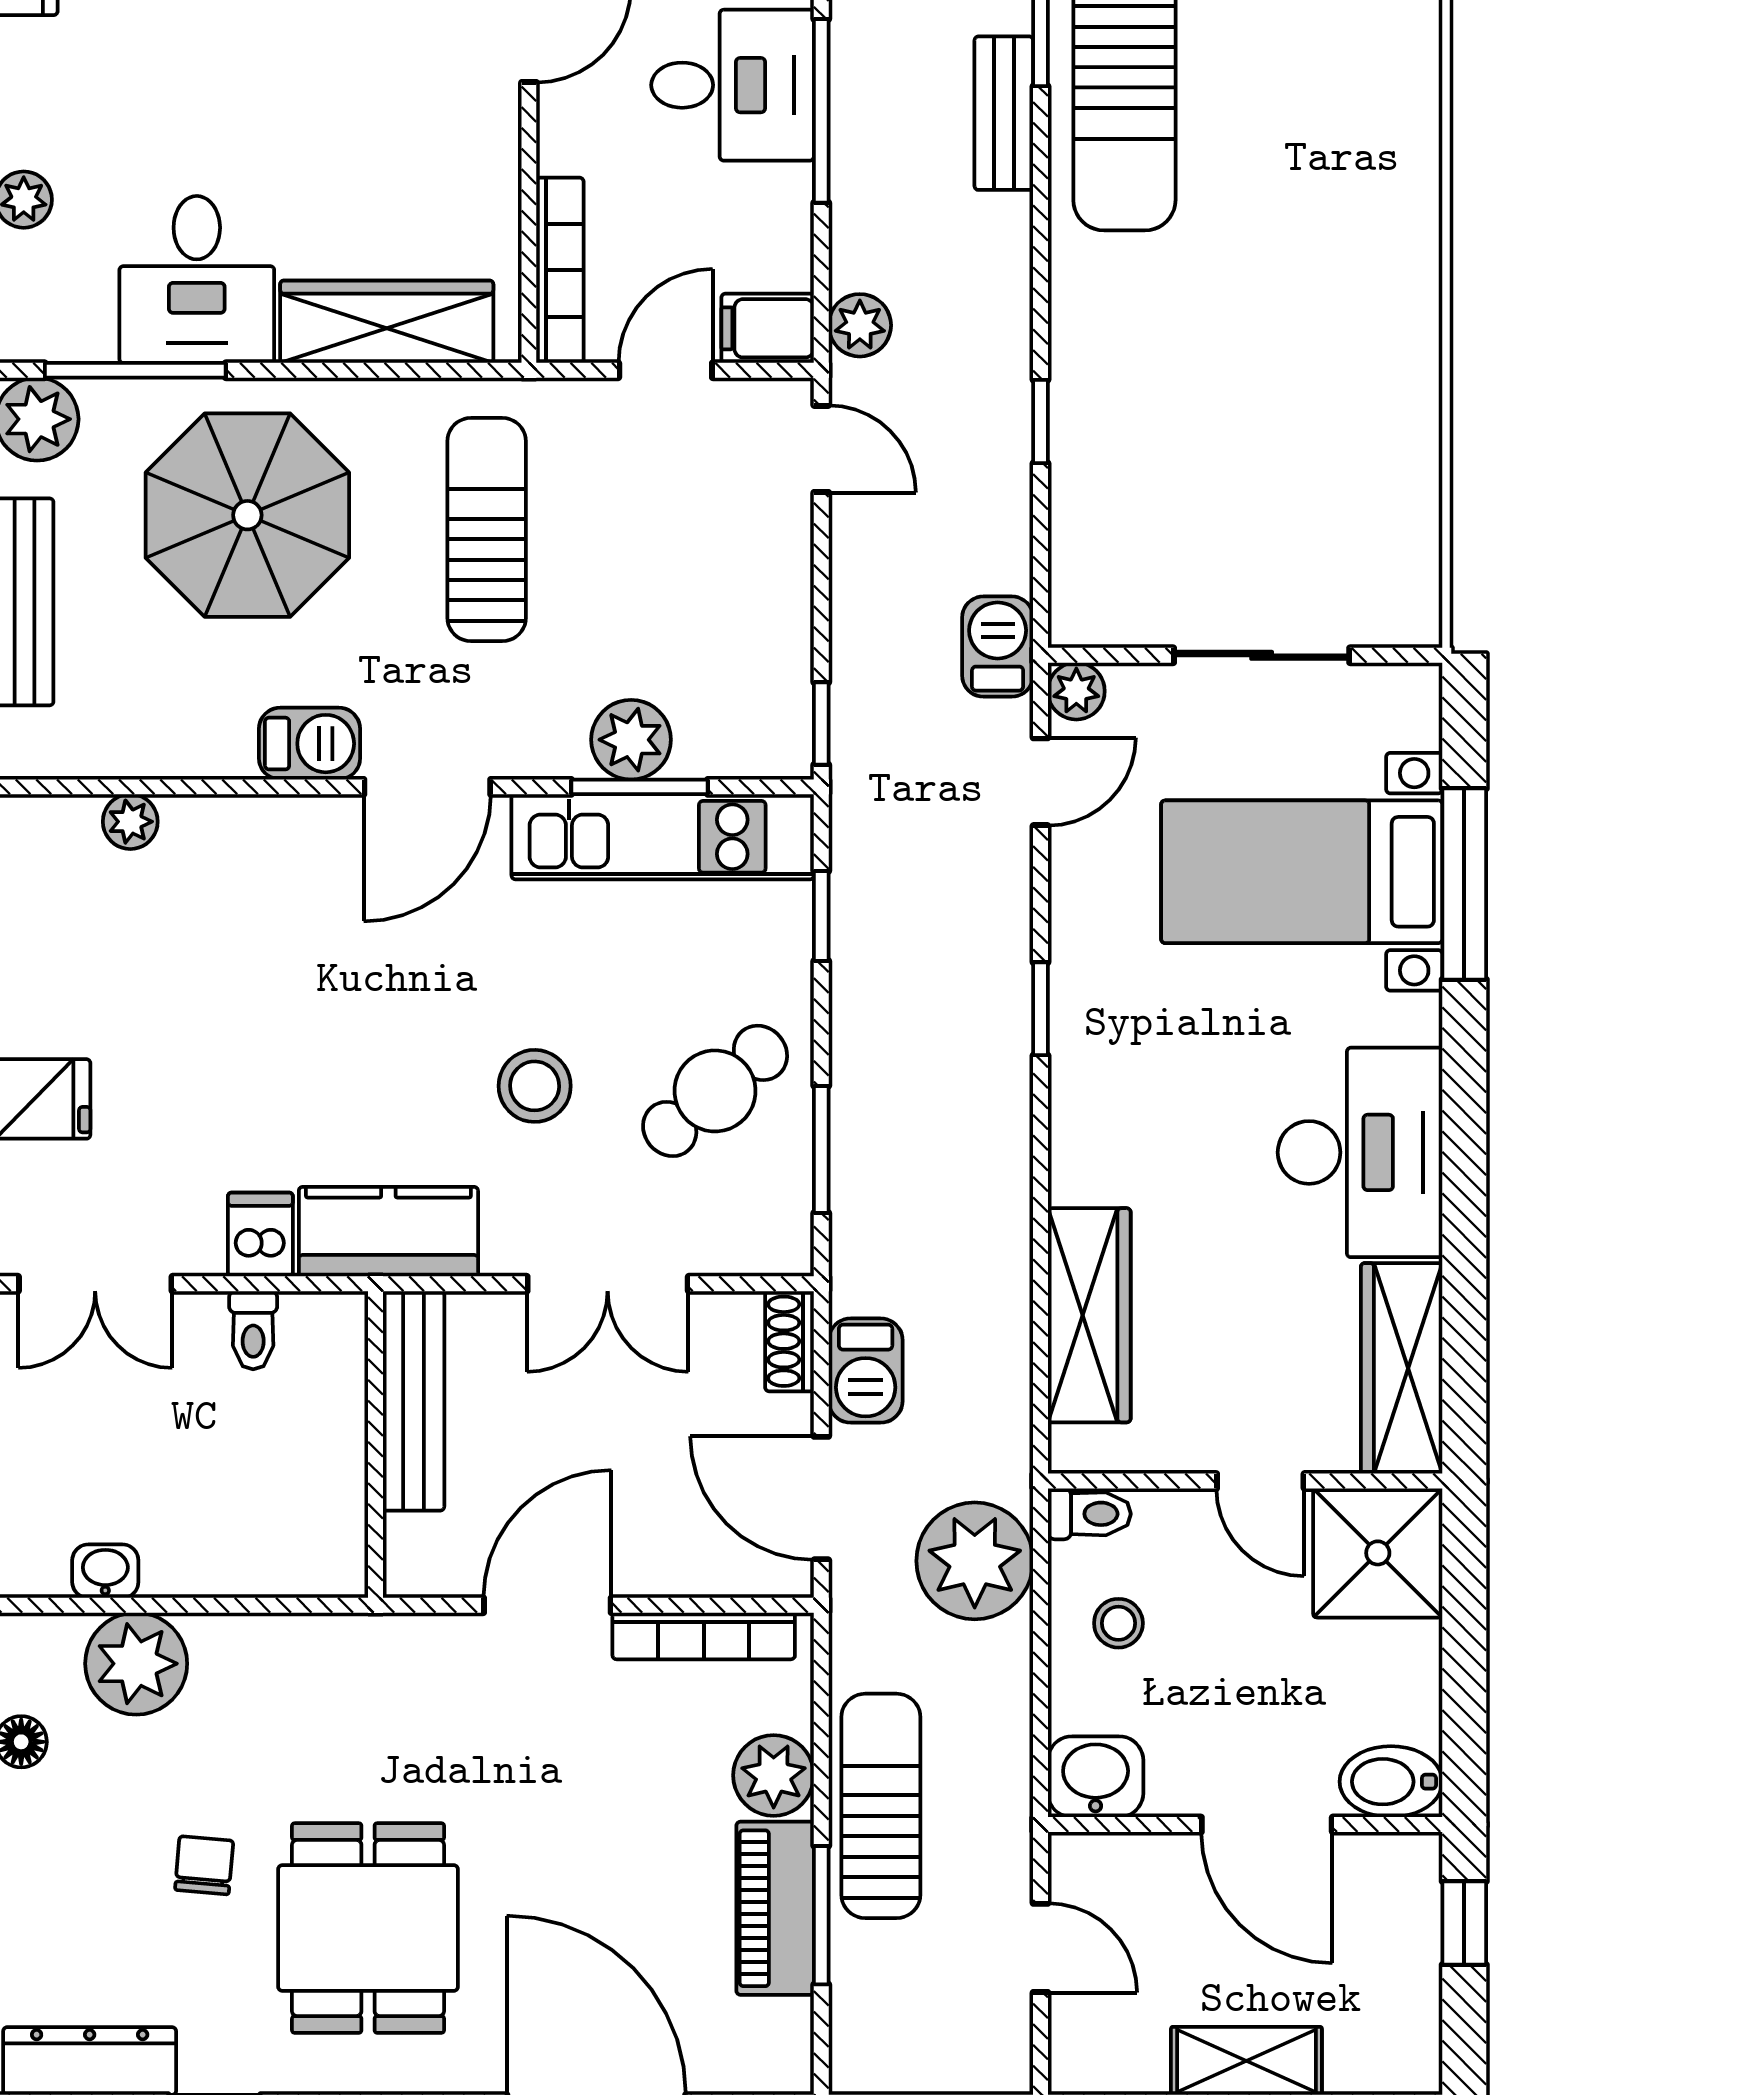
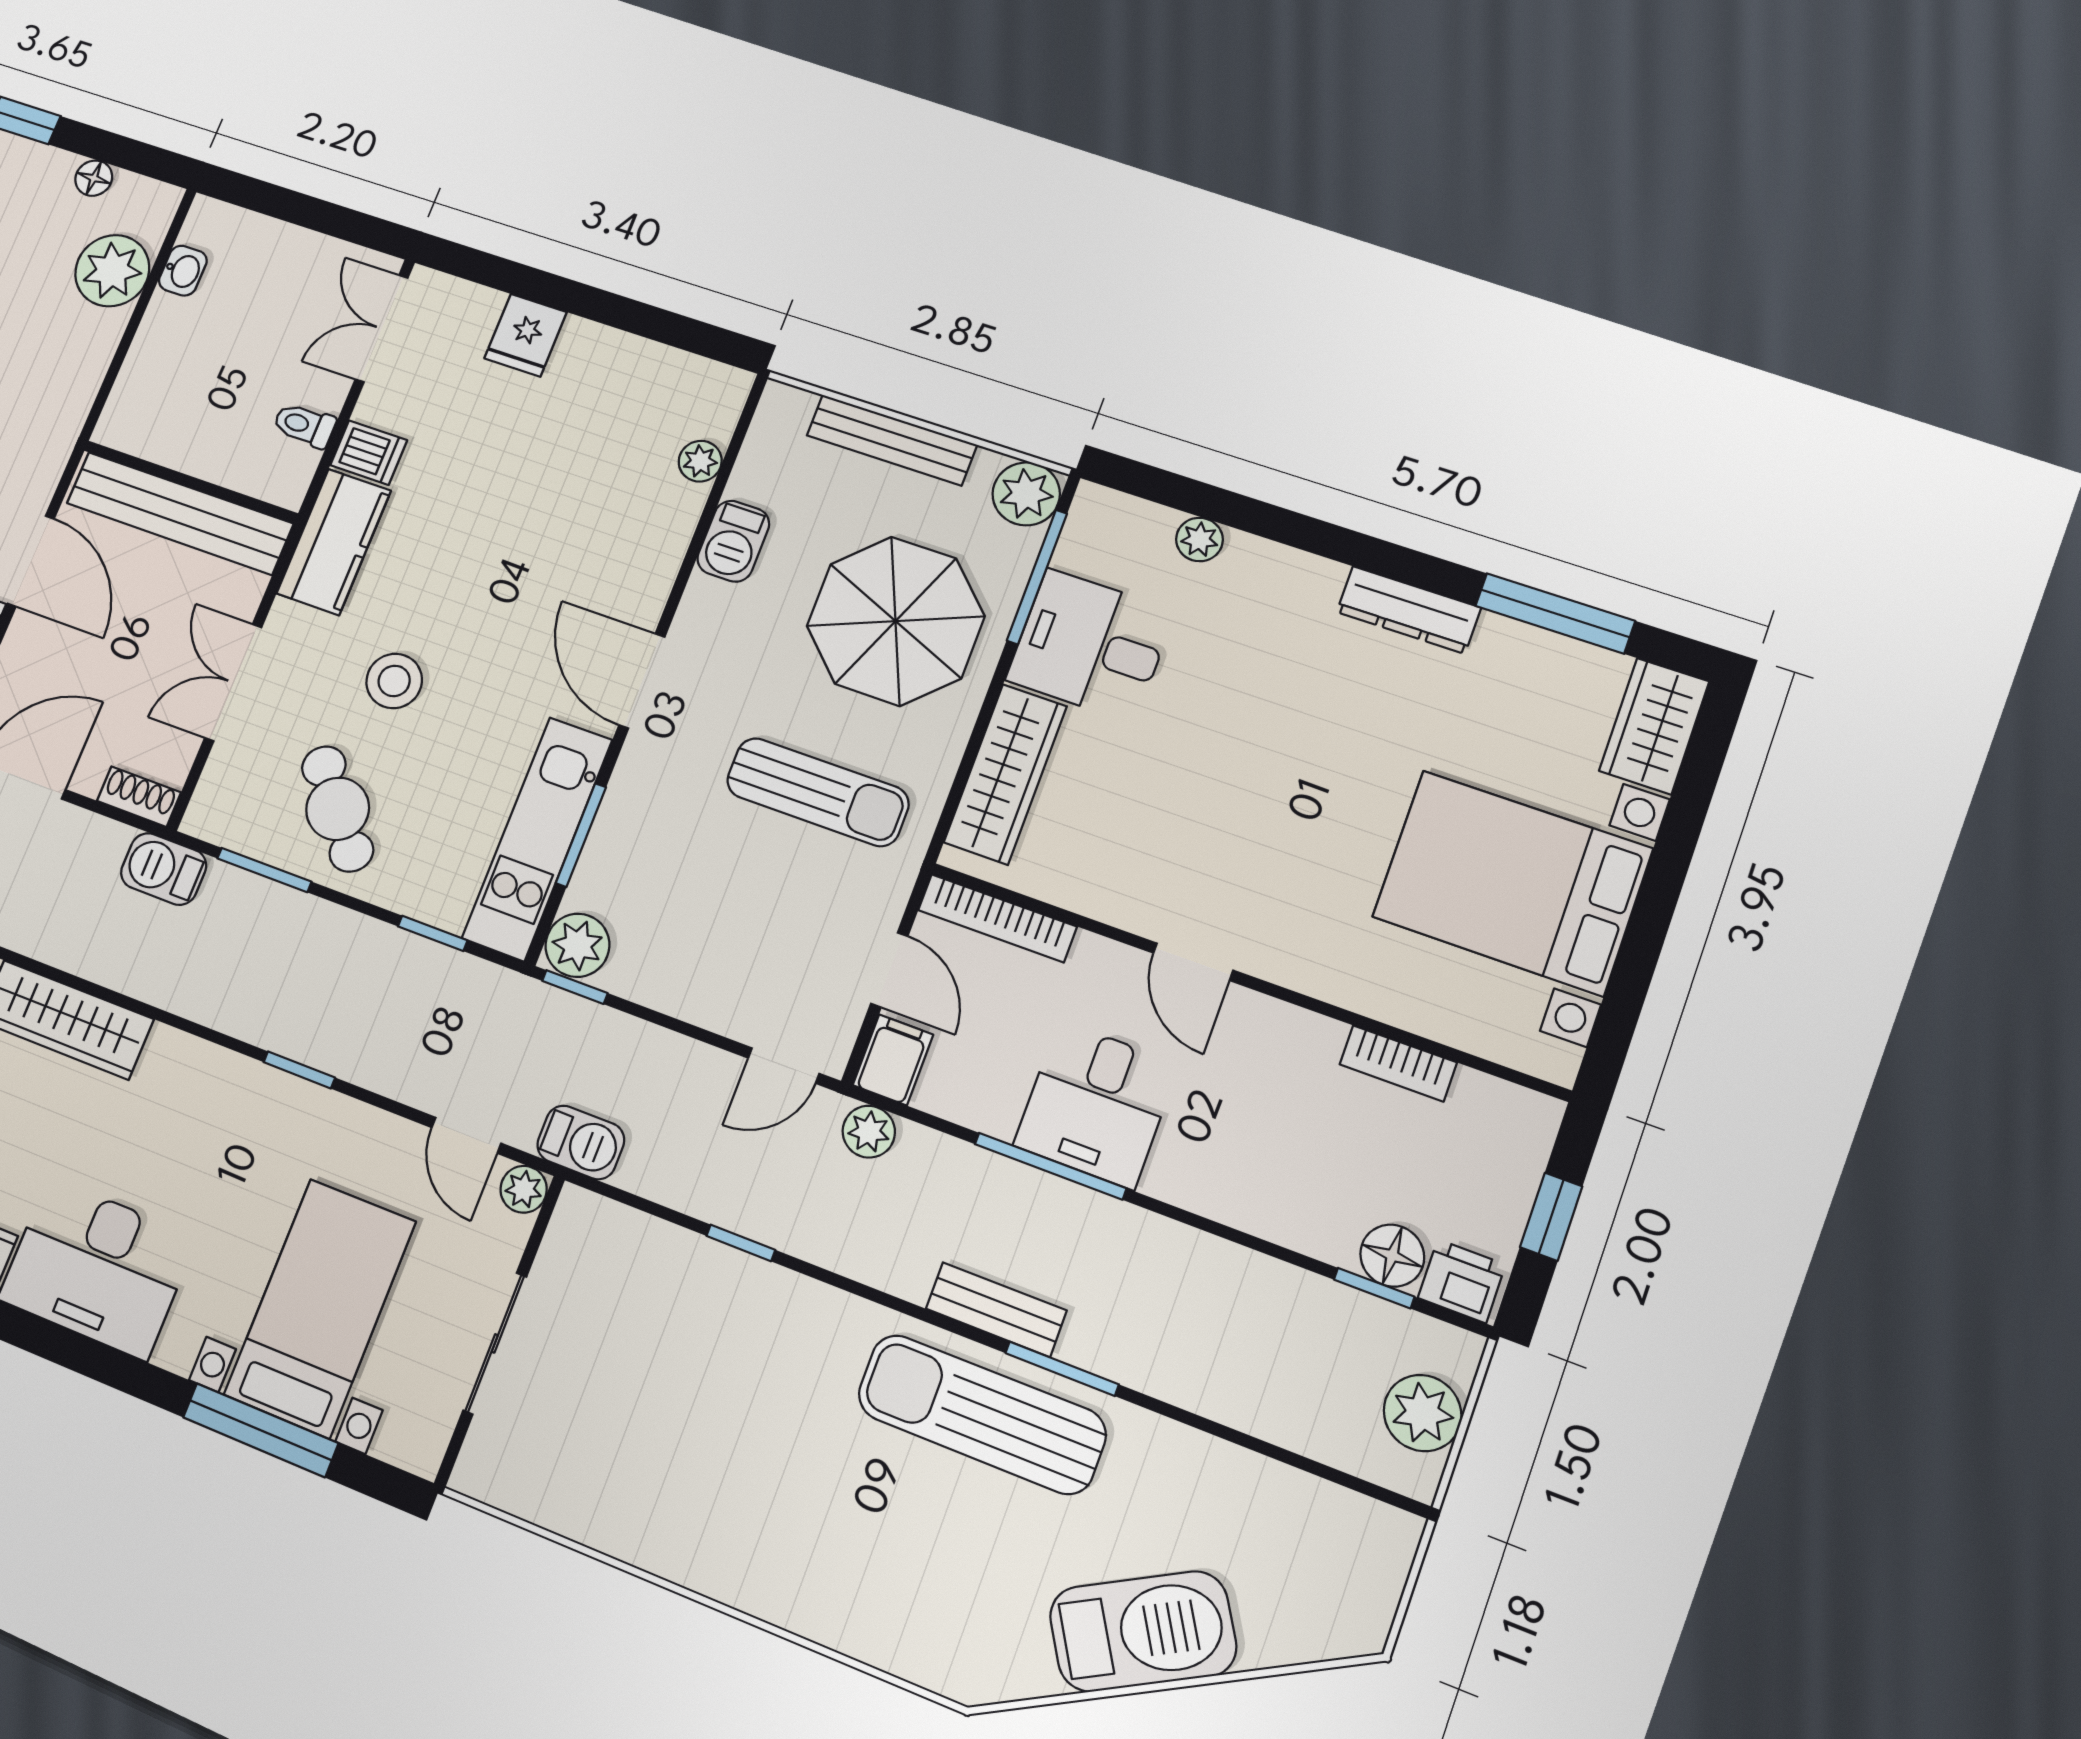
plant: (631, 740) -> (577, 945), moved
barbecue: (309, 744) -> (733, 541), moved
barbecue: (866, 1371) -> (164, 869), moved
bench: (414, 1401) -> (180, 513), width x1.37, depth x1.21

